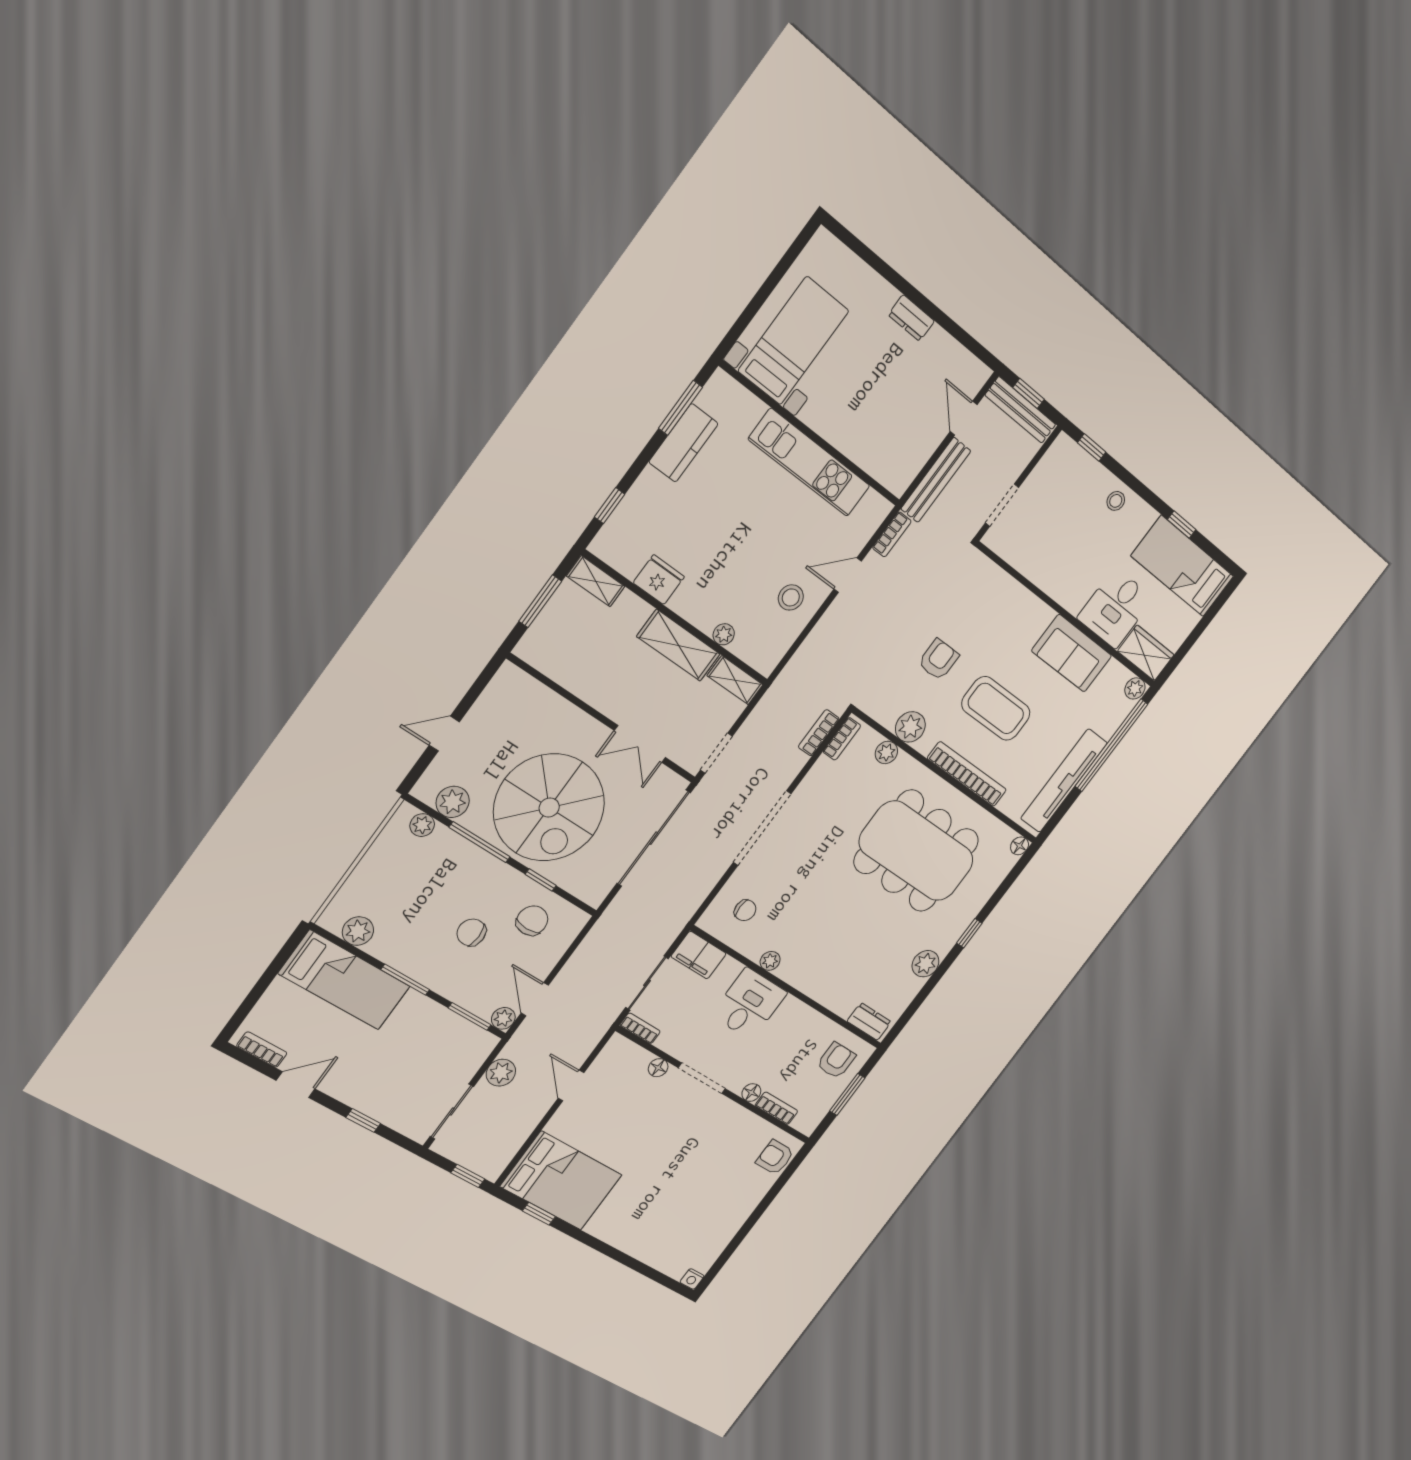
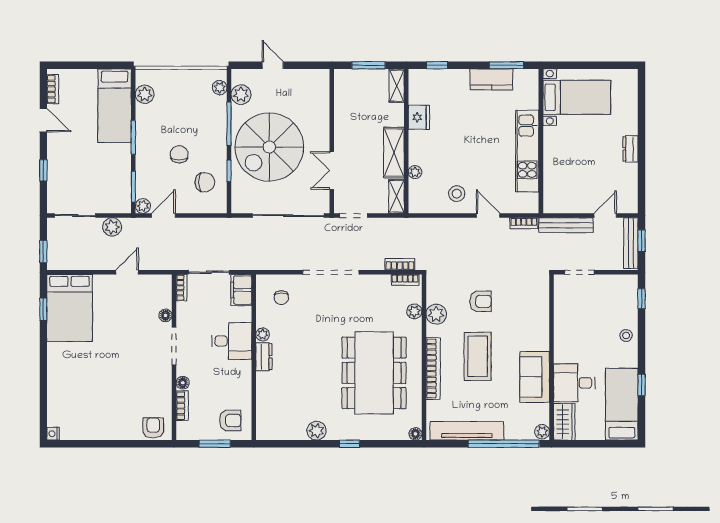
dresser: (869, 1022) -> (264, 357), moved

